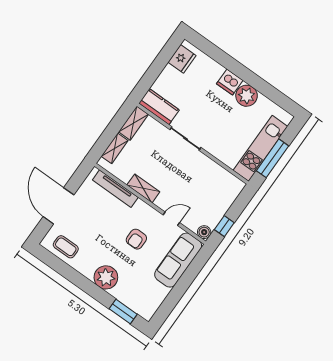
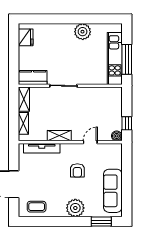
dishwasher: (230, 82) -> (66, 31), removed
sofa: (178, 260) -> (113, 191), moved

